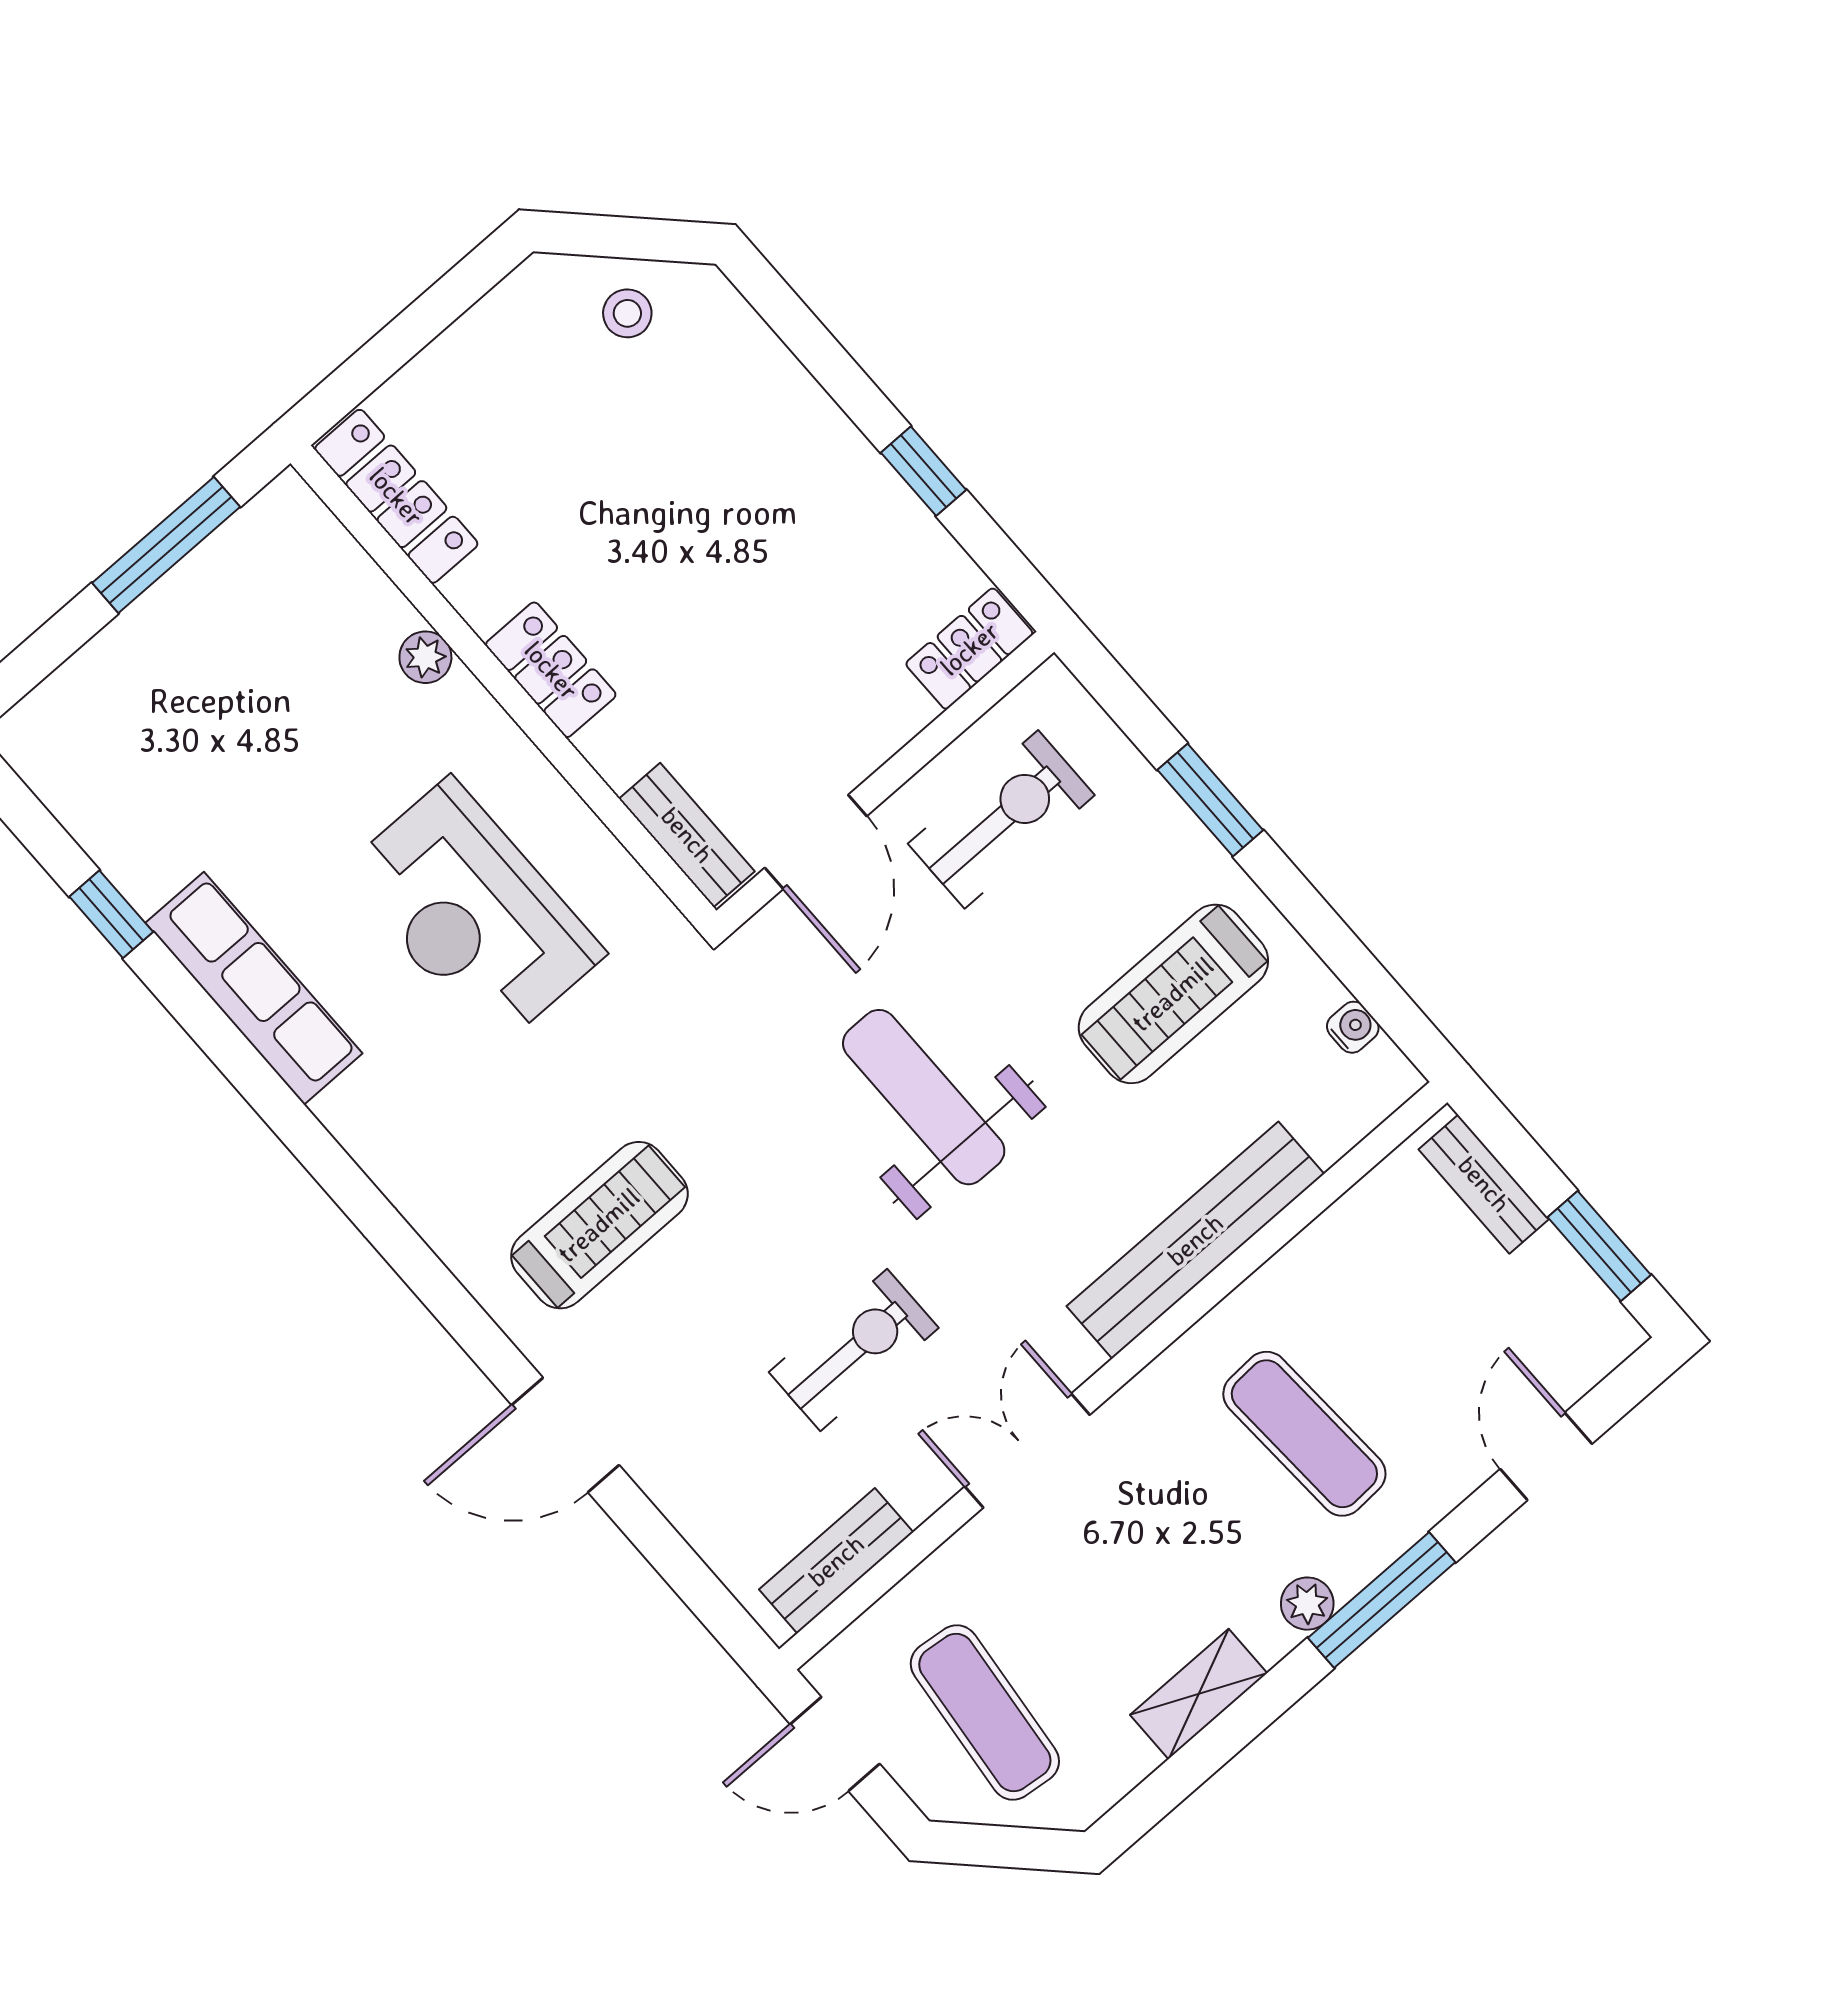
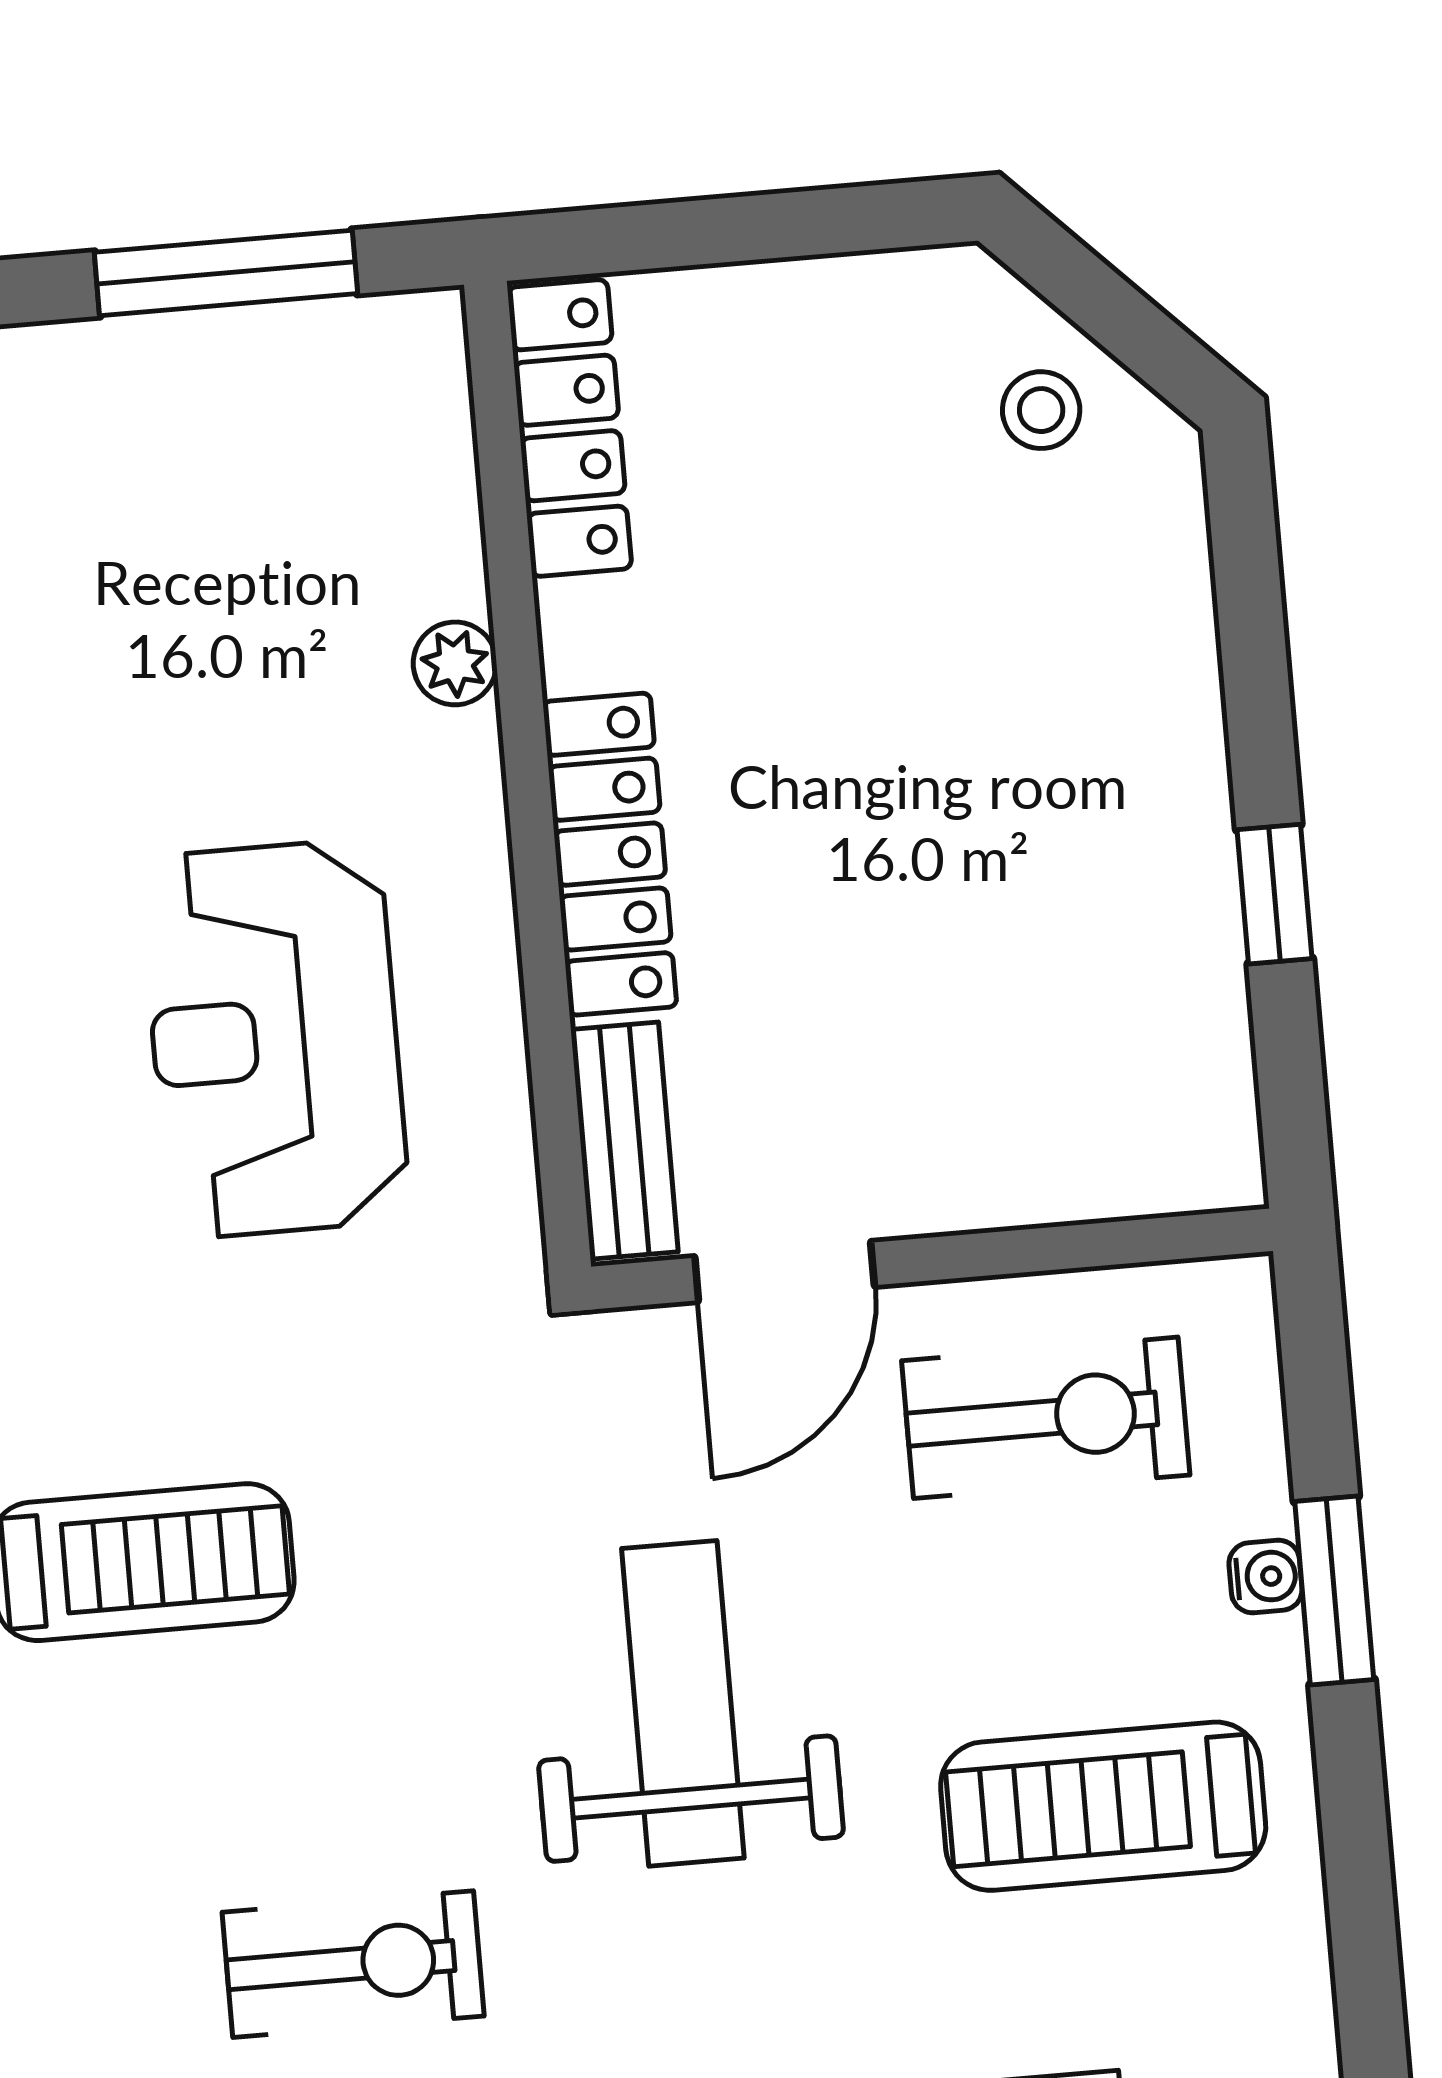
locker: (969, 649) -> (1166, 1167), removed
locker: (551, 670) -> (610, 854), width x1.53
water cooler: (1353, 1027) -> (1266, 1577), moved

